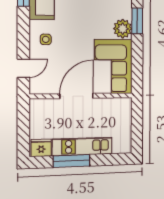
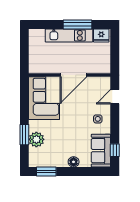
plant: (123, 29) -> (36, 139), moved

